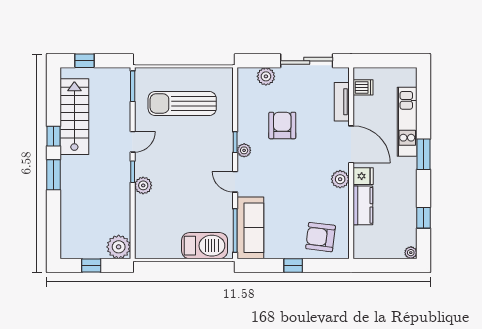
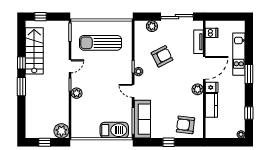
armchair: (282, 125) -> (162, 56), turned 63
door: (351, 144) -> (204, 68), hinge flipped

